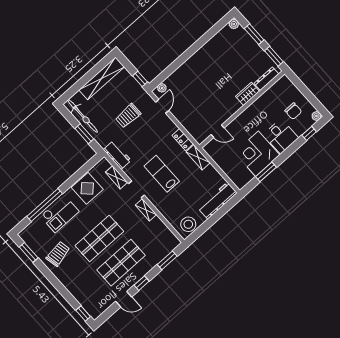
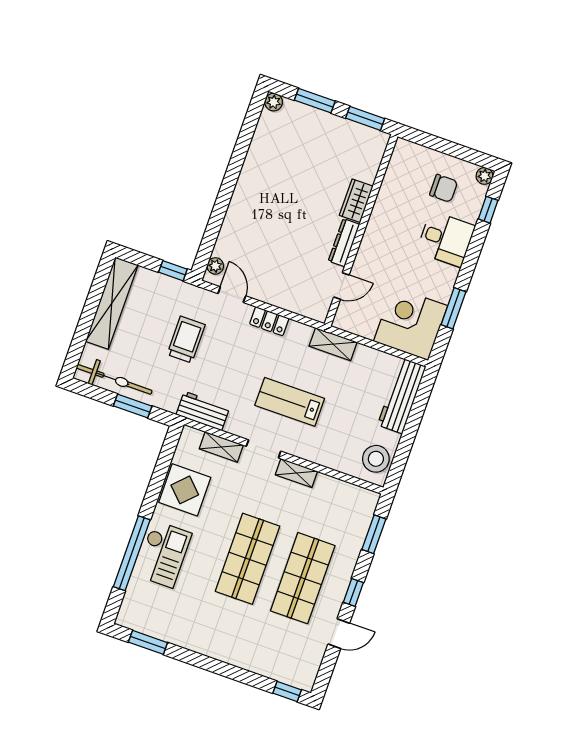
dresser: (266, 79) -> (344, 243), moved
trolley: (128, 116) -> (186, 339), turned 180
locker: (183, 140) -> (269, 321), moved
corner desk: (257, 154) -> (411, 323), moved, turned 90
trolley: (58, 254) -> (195, 619), removed

